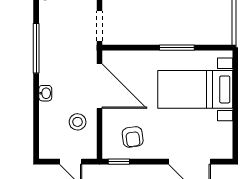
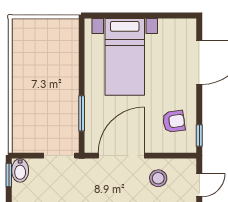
window: (177, 48) -> (82, 113), moved

